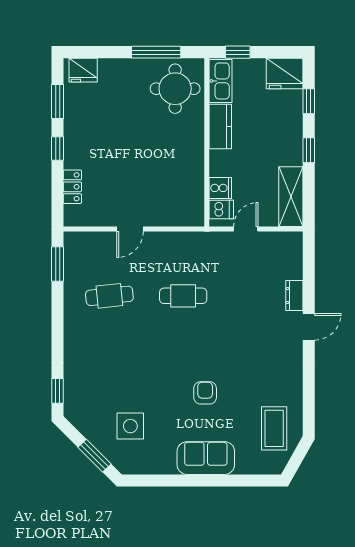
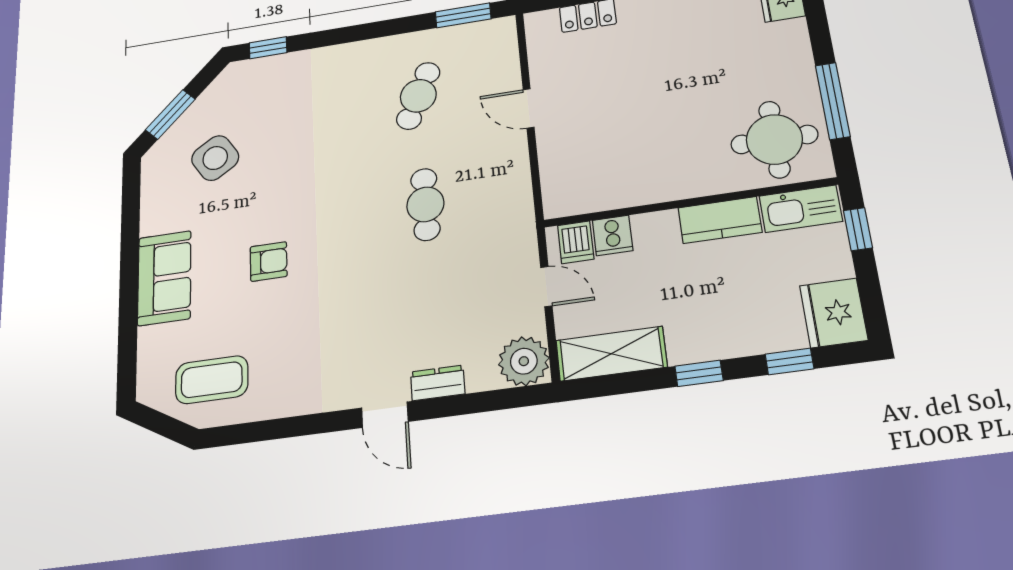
plant: (288, 246) -> (524, 361), added
cafe table: (109, 296) -> (418, 96), turned 30
side table: (130, 426) -> (215, 158), turned -33

